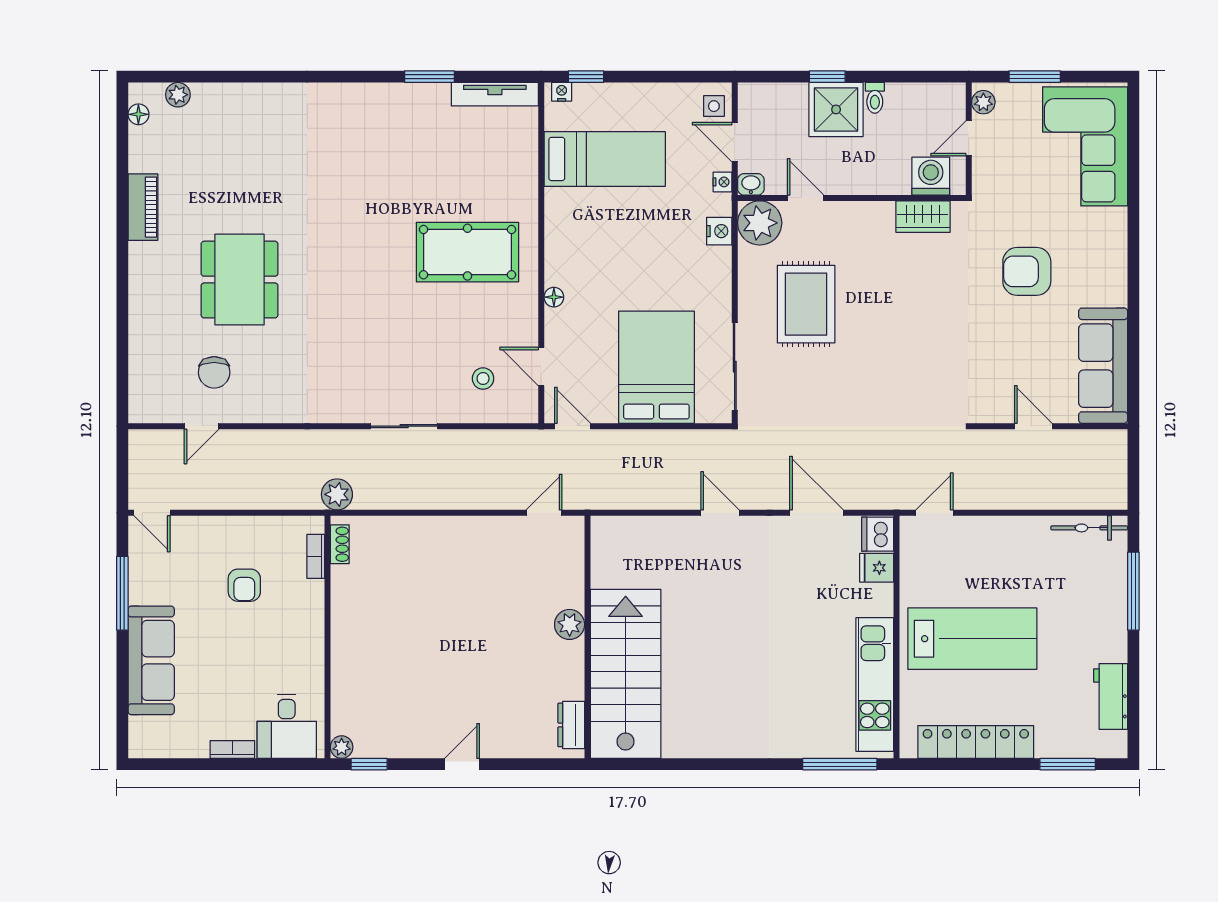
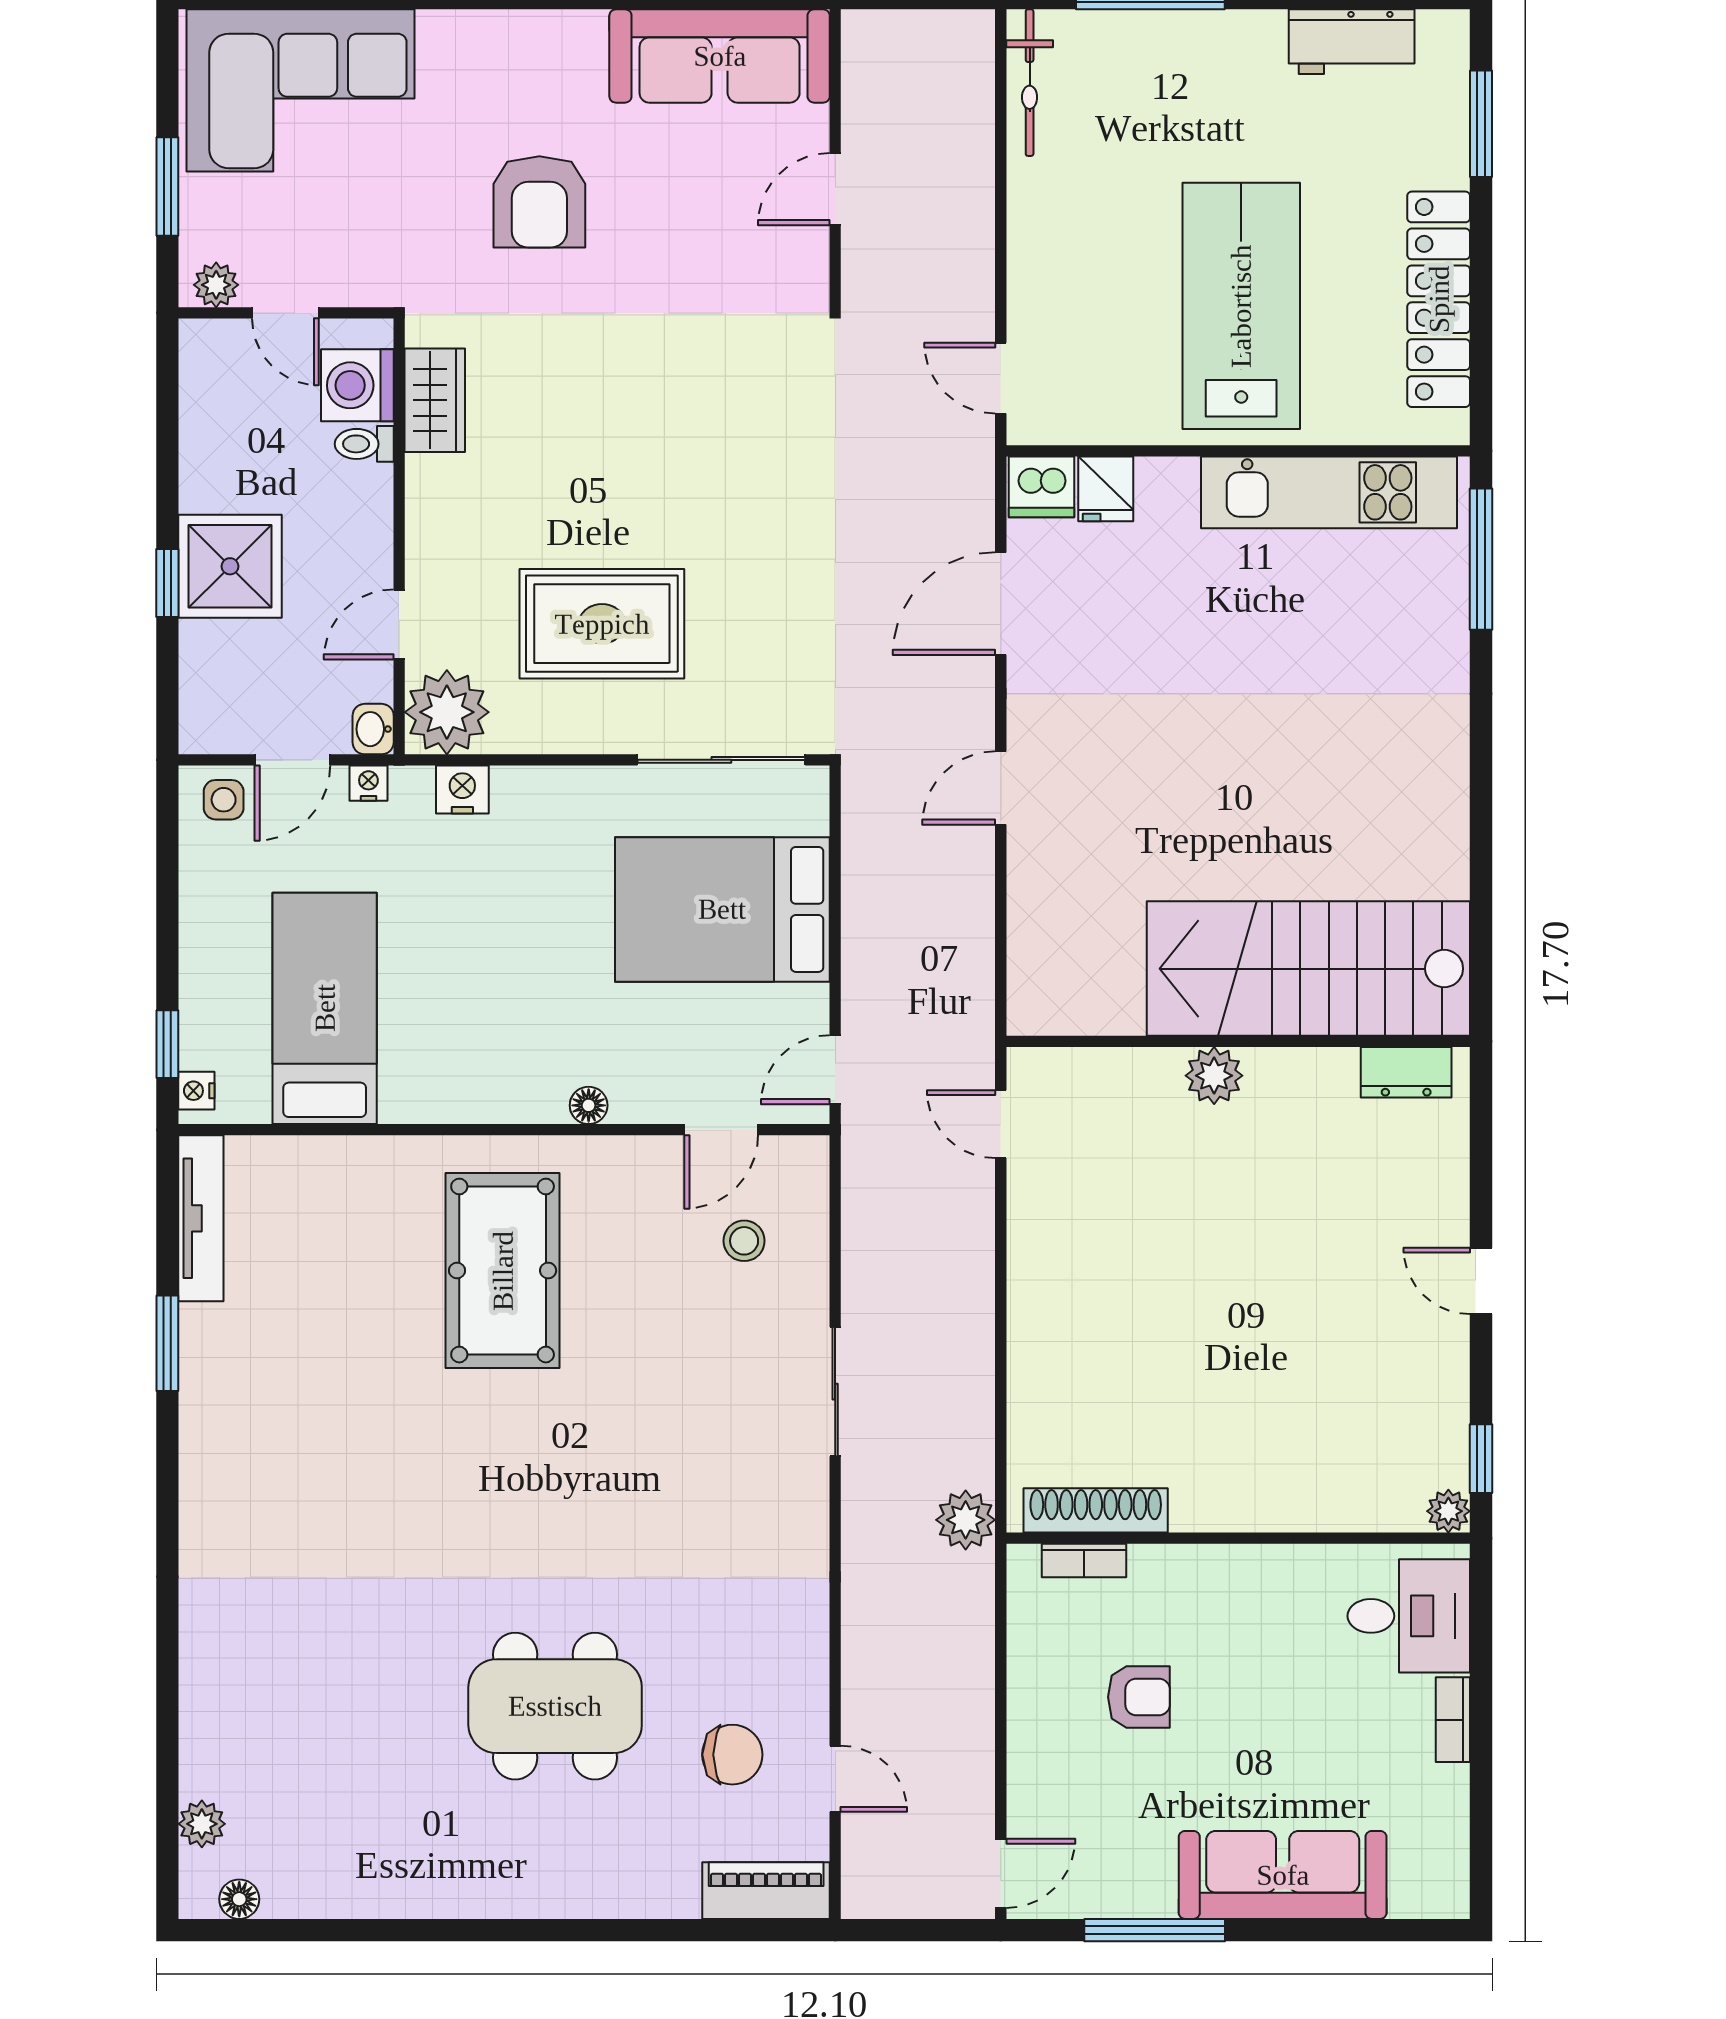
toilet: (875, 98) -> (364, 444), moved, turned 180
piano: (143, 207) -> (766, 1891), moved
shoe rack: (340, 544) -> (1096, 1510), width x1.94, depth x1.24

